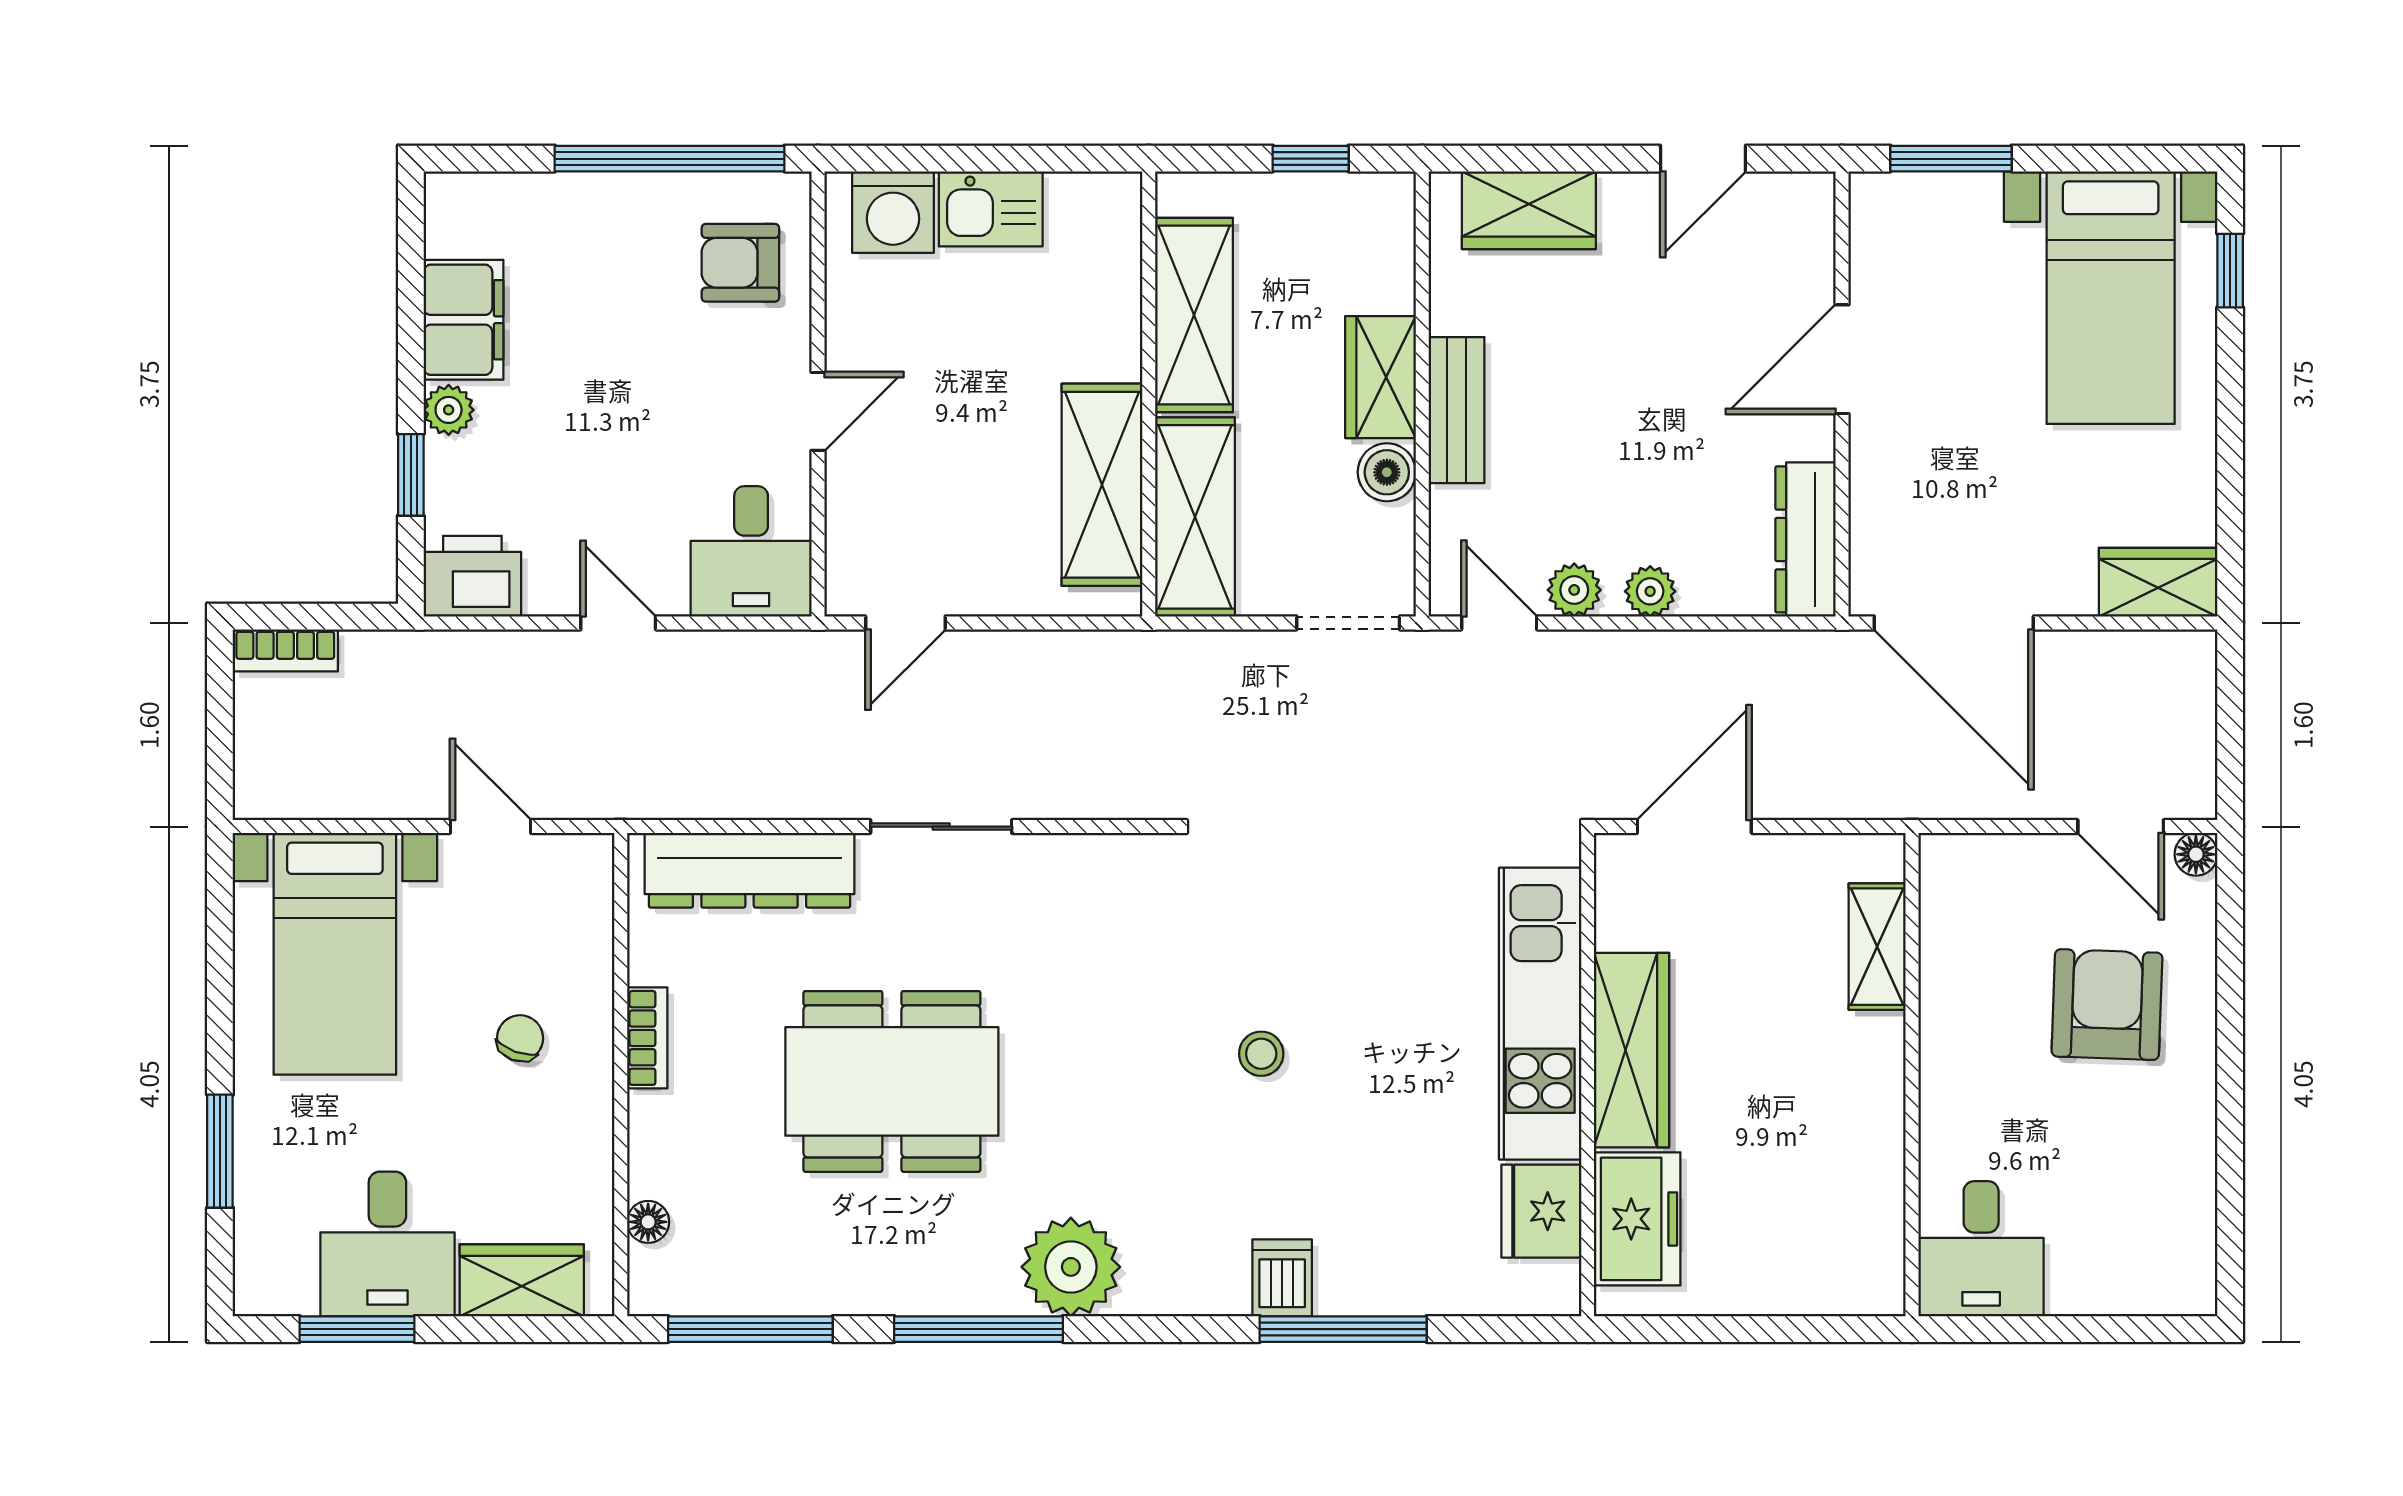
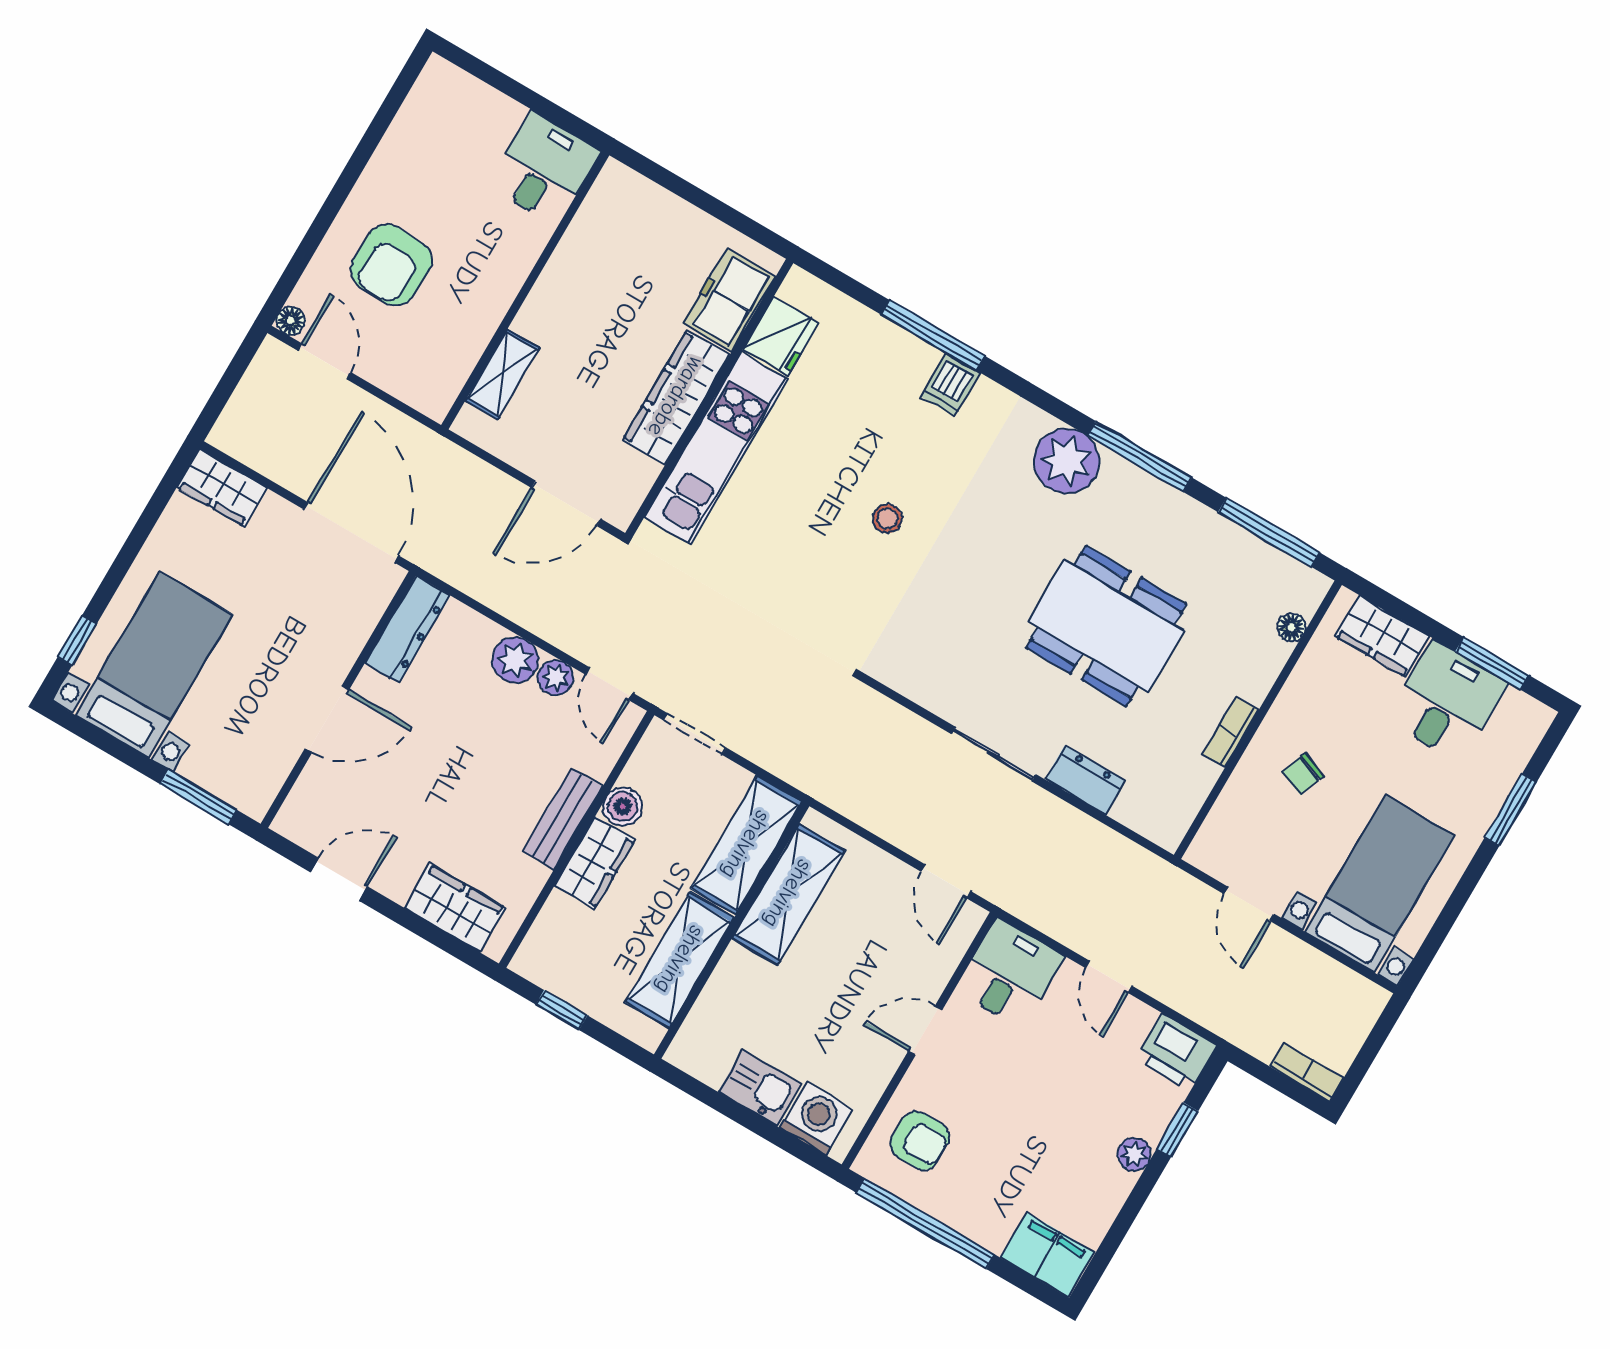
filing cabinet: (463, 320) -> (1047, 1255), moved, turned 90
plant: (1650, 591) -> (515, 660), width x1.38, depth x1.38
door: (905, 623) -> (946, 881), swing flipped
dresser: (749, 870) -> (1085, 780), width x0.51, depth x0.80

